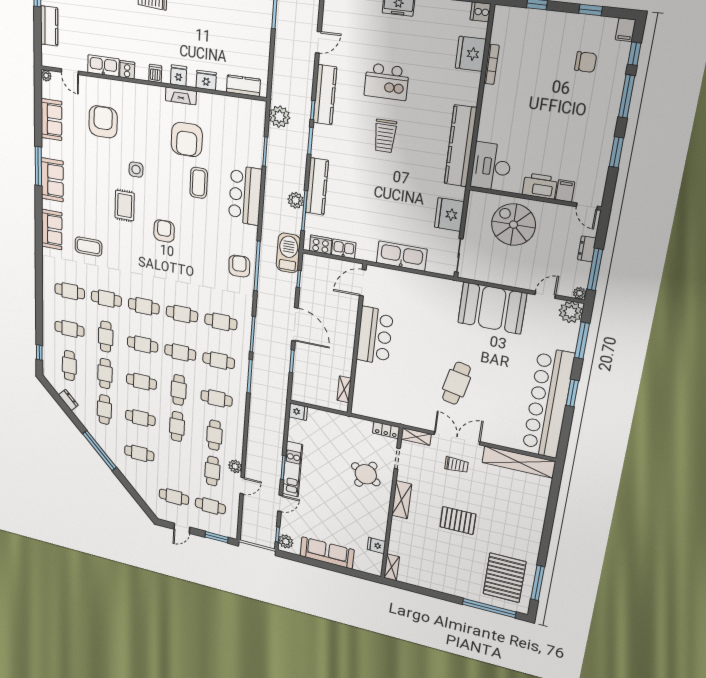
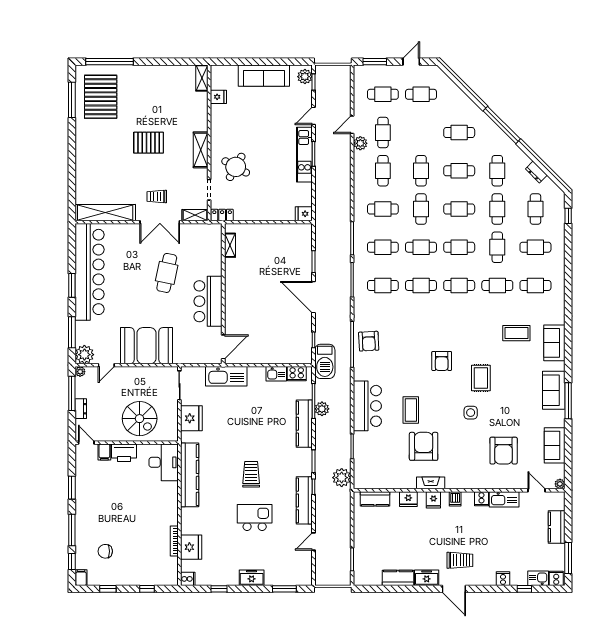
door: (363, 283) -> (223, 347), moved
bar counter: (375, 336) -> (208, 301), moved
wall: (357, 340) -> (223, 294), moved
shelving: (344, 389) -> (230, 245), moved

